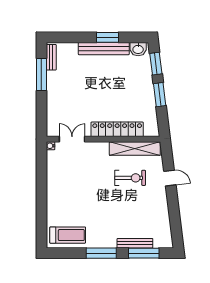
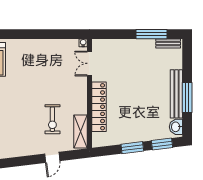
window: (108, 37) -> (187, 98), width x1.44
double door: (72, 139) -> (90, 63), swing flipped
shelving: (135, 149) -> (81, 131), width x0.68

